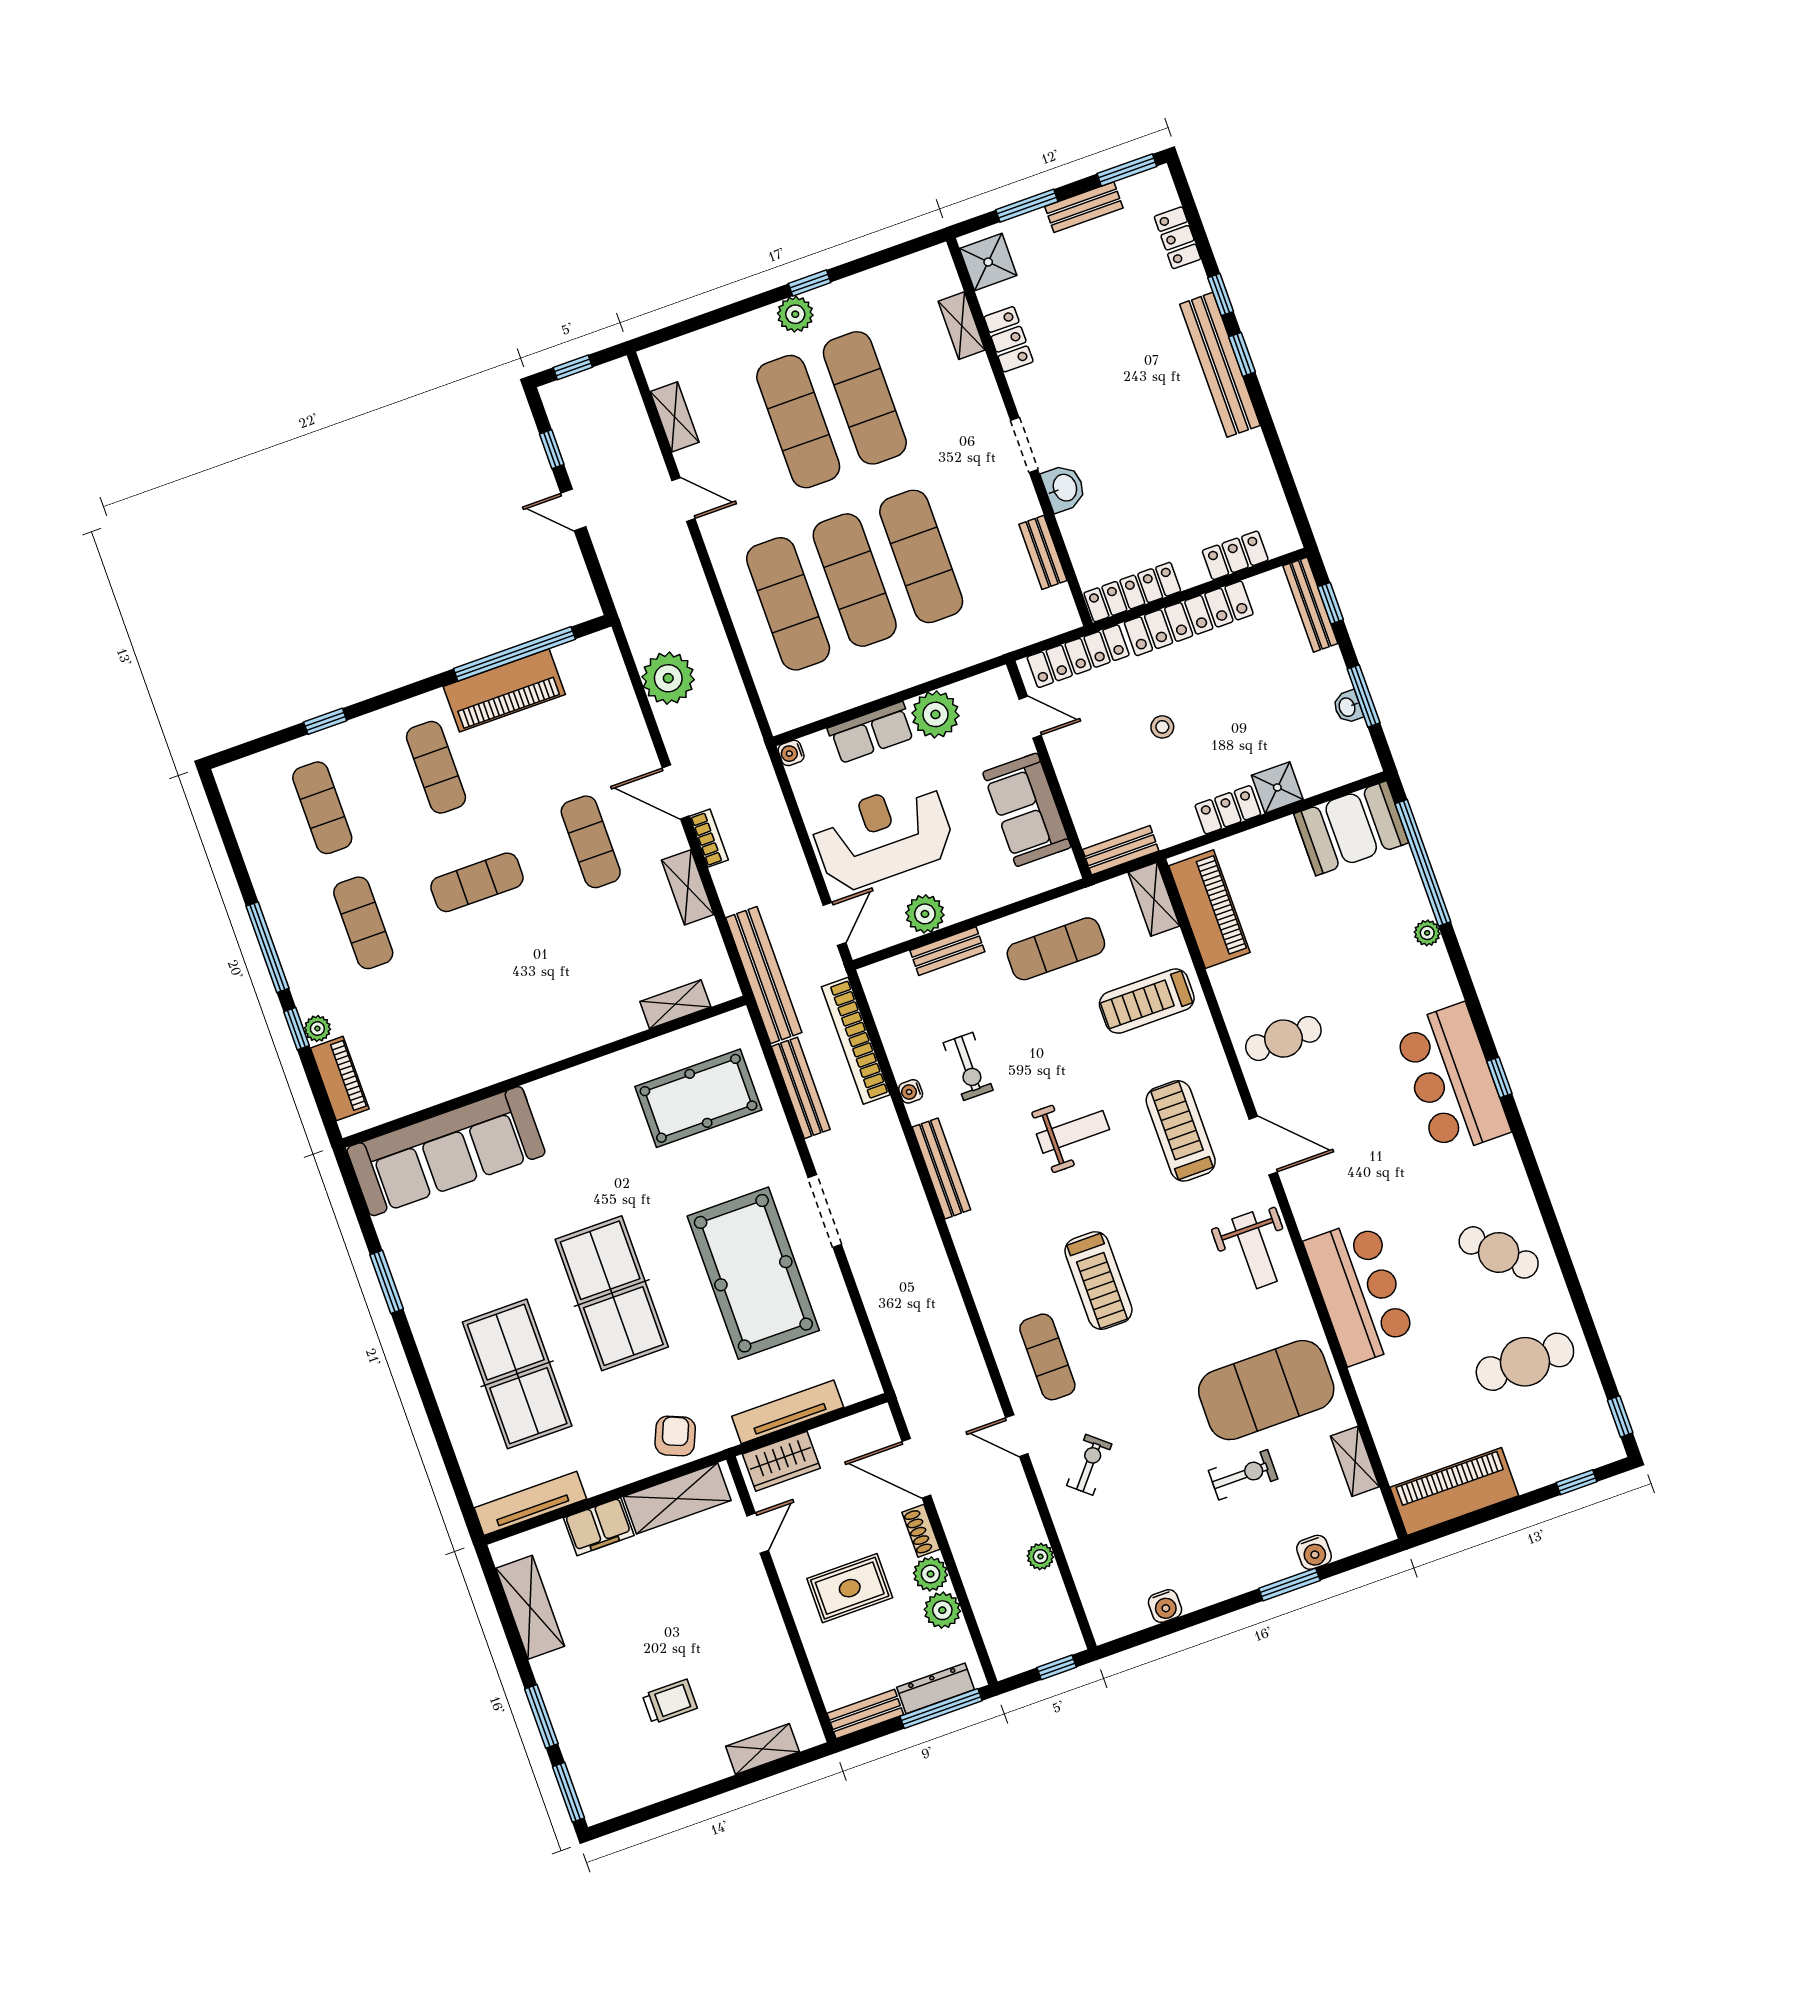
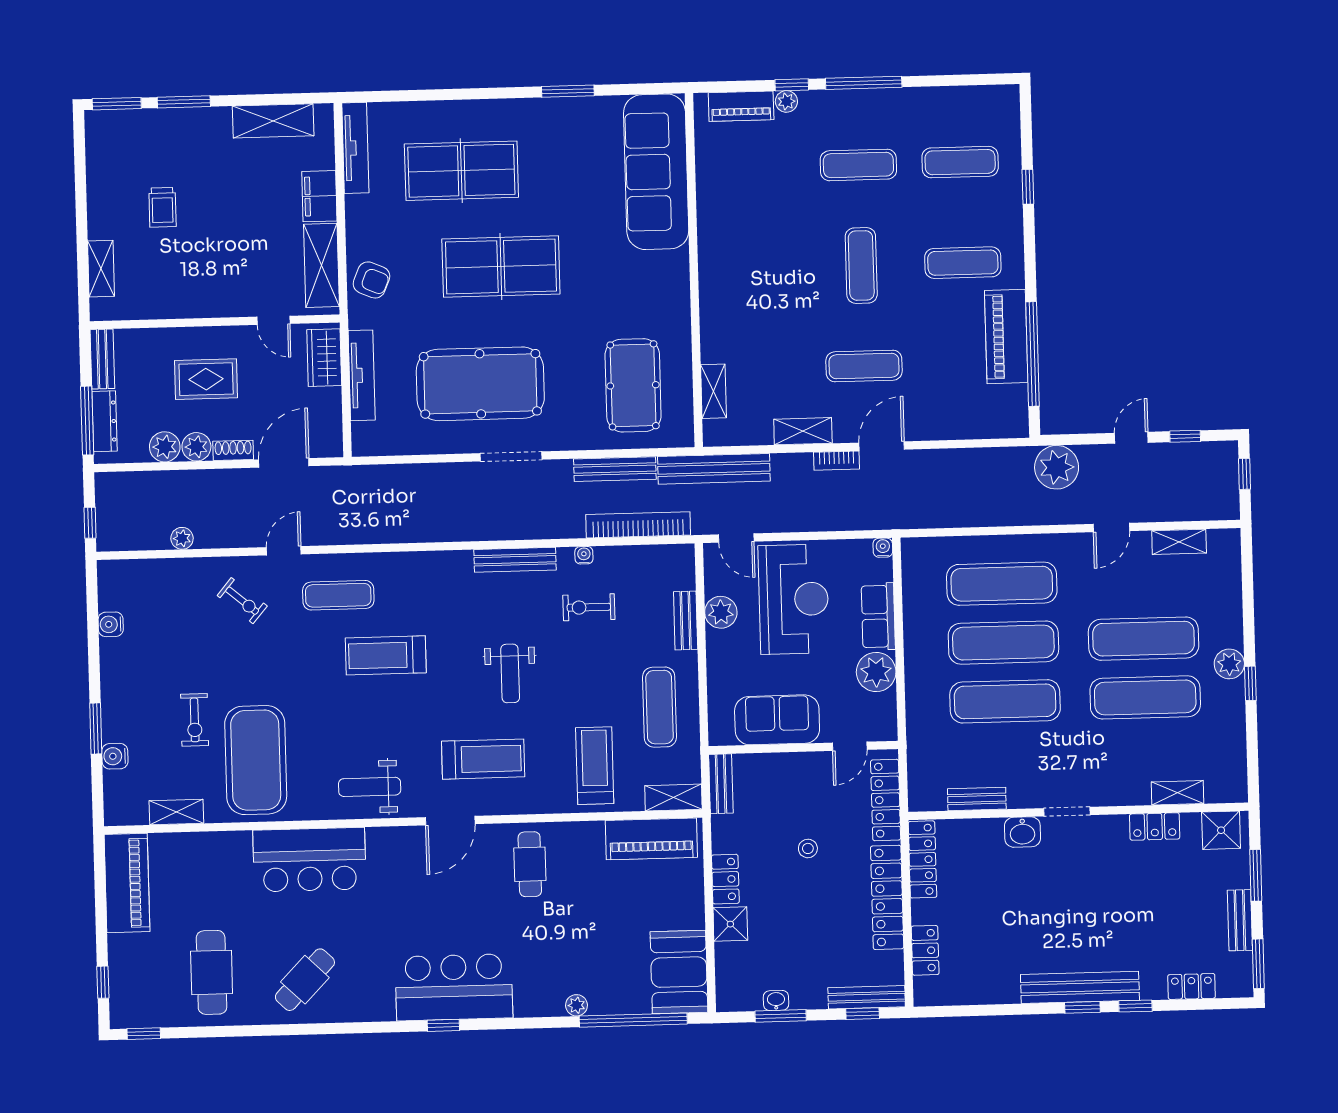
plant: (668, 678) -> (1057, 467), moved
rug: (850, 1588) -> (206, 379), turned 90

